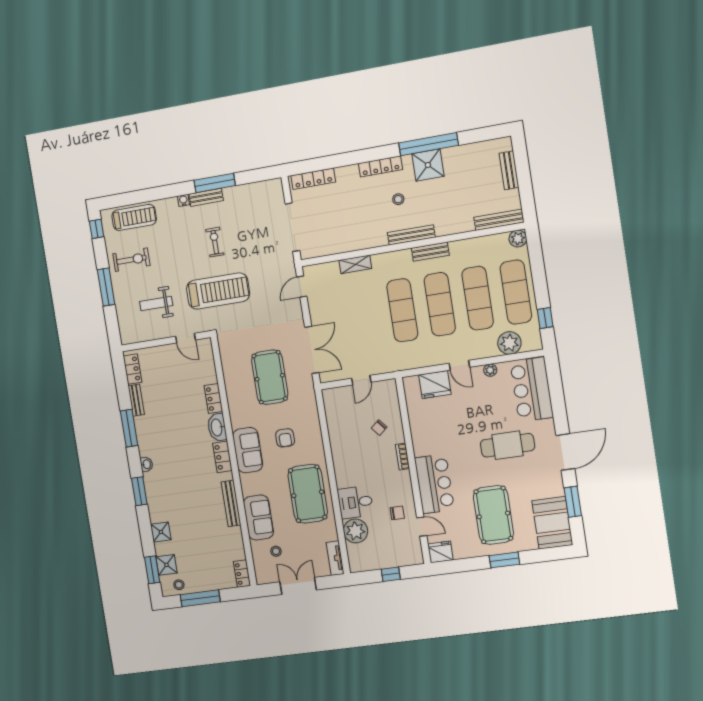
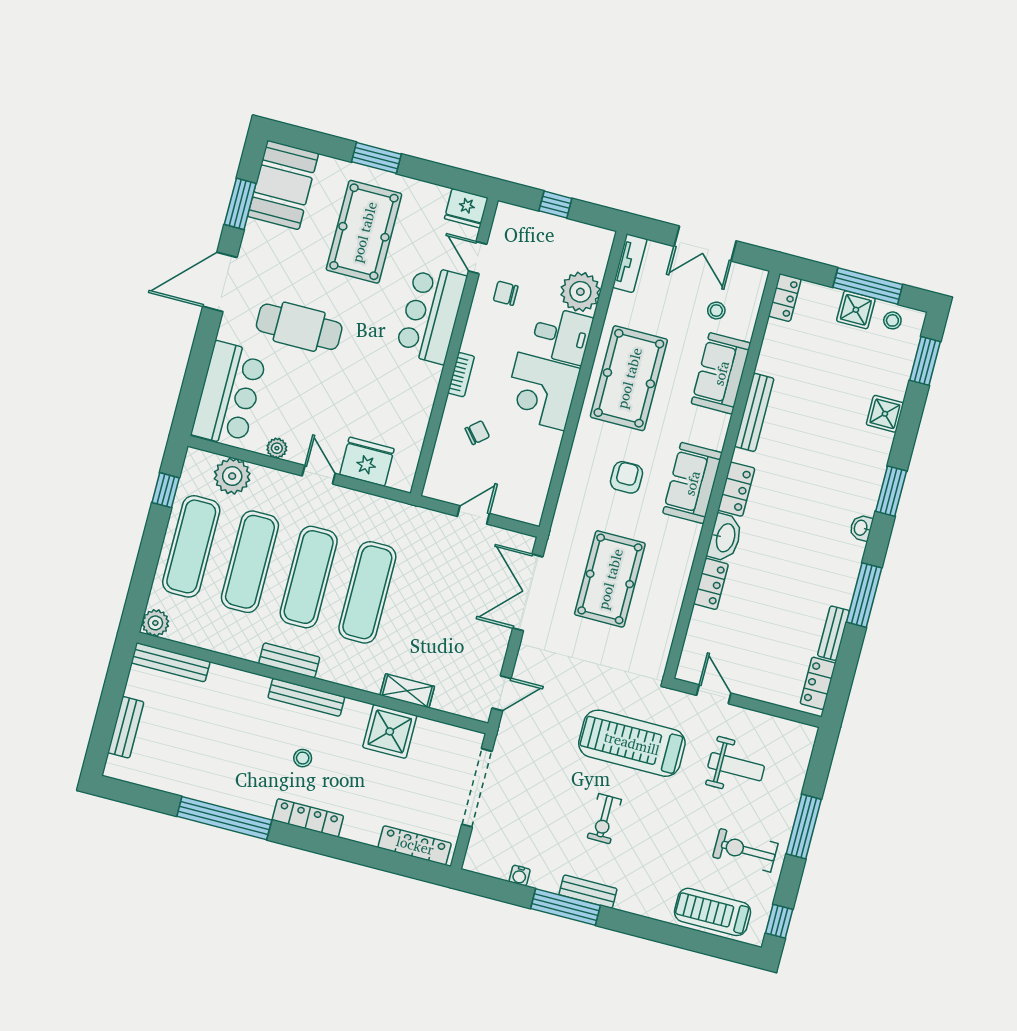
shower: (428, 165) -> (390, 731), moved
water cooler: (183, 200) -> (520, 876), moved
corner desk: (353, 466) -> (541, 392), added
shower: (167, 565) -> (856, 310), moved

